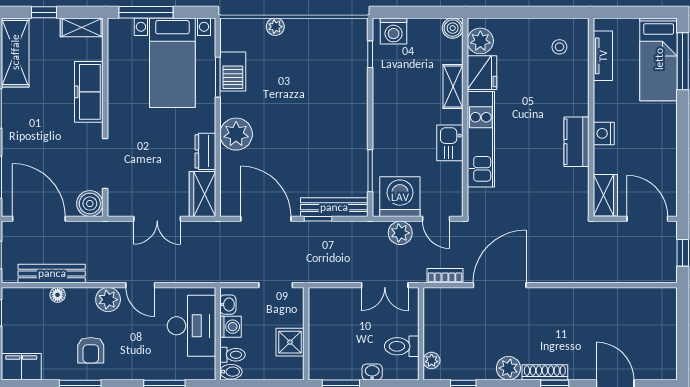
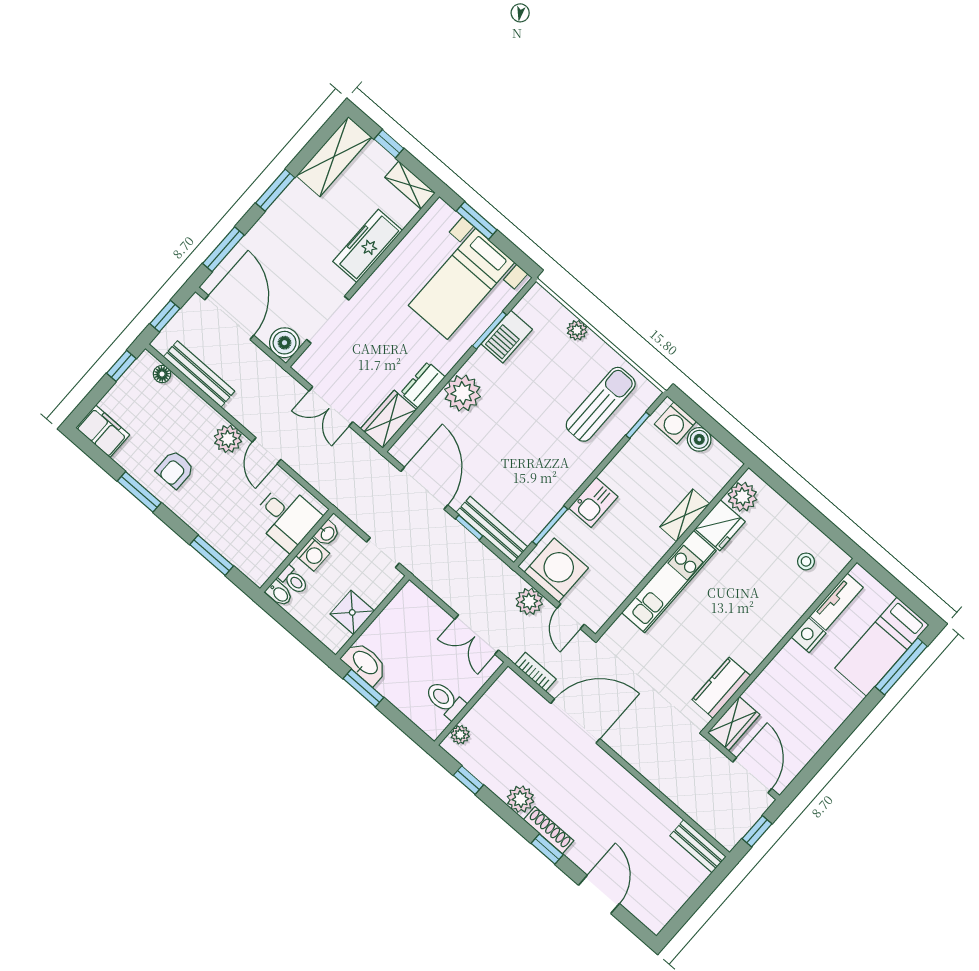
window: (146, 12) -> (477, 220), width x0.69
boiler: (453, 28) -> (699, 439), moved
sun lounger: (334, 62) -> (601, 404), added
nightstand: (604, 133) -> (809, 635), moved
kitchen counter: (576, 142) -> (721, 688), moved
kitchen sink: (450, 143) -> (593, 502), moved, turned 180
floor lamp: (58, 295) -> (162, 374), moved
bench: (653, 297) -> (698, 846), added
desk: (191, 326) -> (286, 517), width x0.73
washbasin: (372, 372) -> (365, 663), moved, width x1.91, depth x1.45

